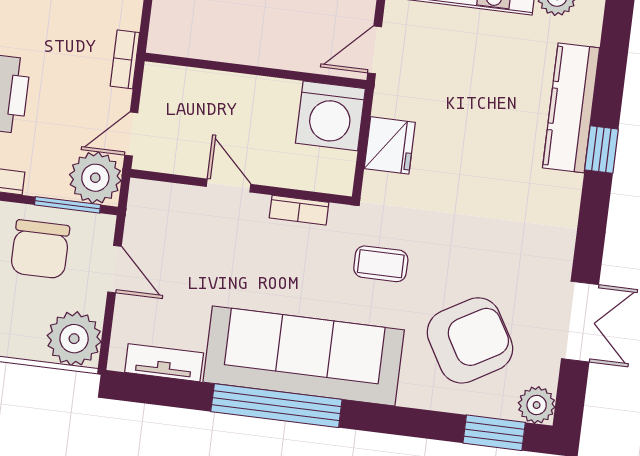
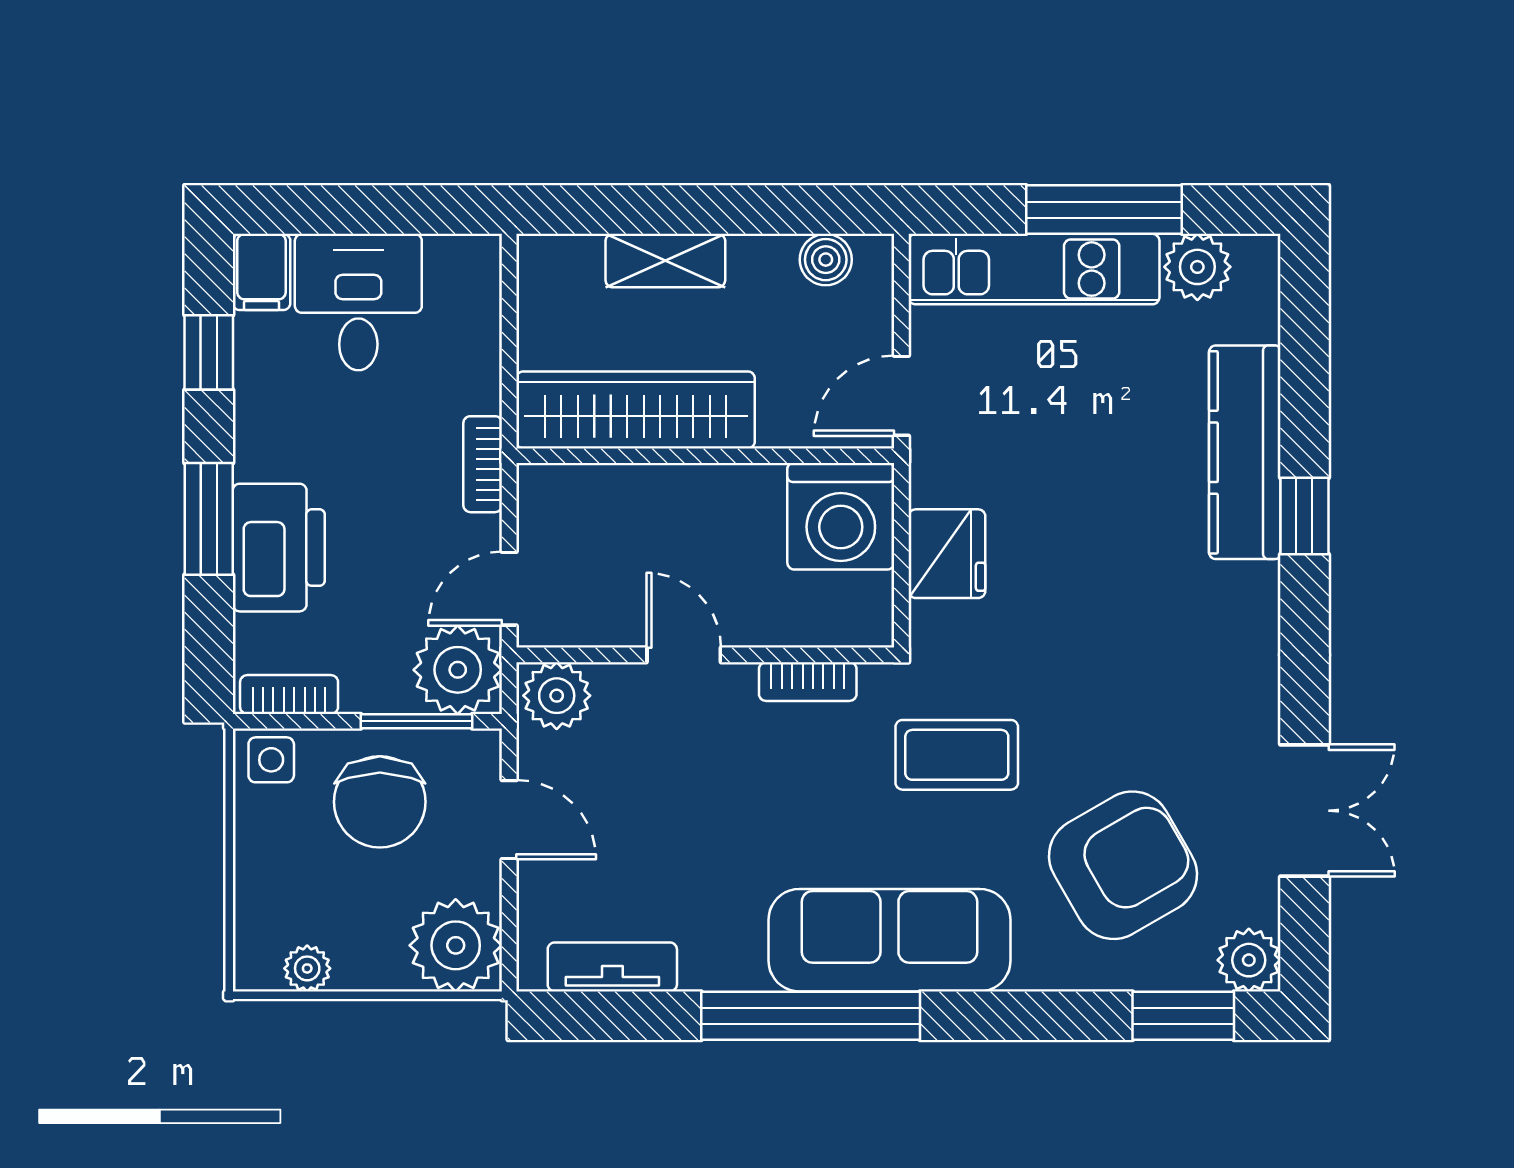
wardrobe: (218, 39) -> (636, 410), added
plant: (151, 200) -> (557, 696), added
coffee table: (381, 264) -> (957, 755), width x1.36, depth x1.30
sofa: (304, 356) -> (889, 940), width x0.74, depth x0.79

